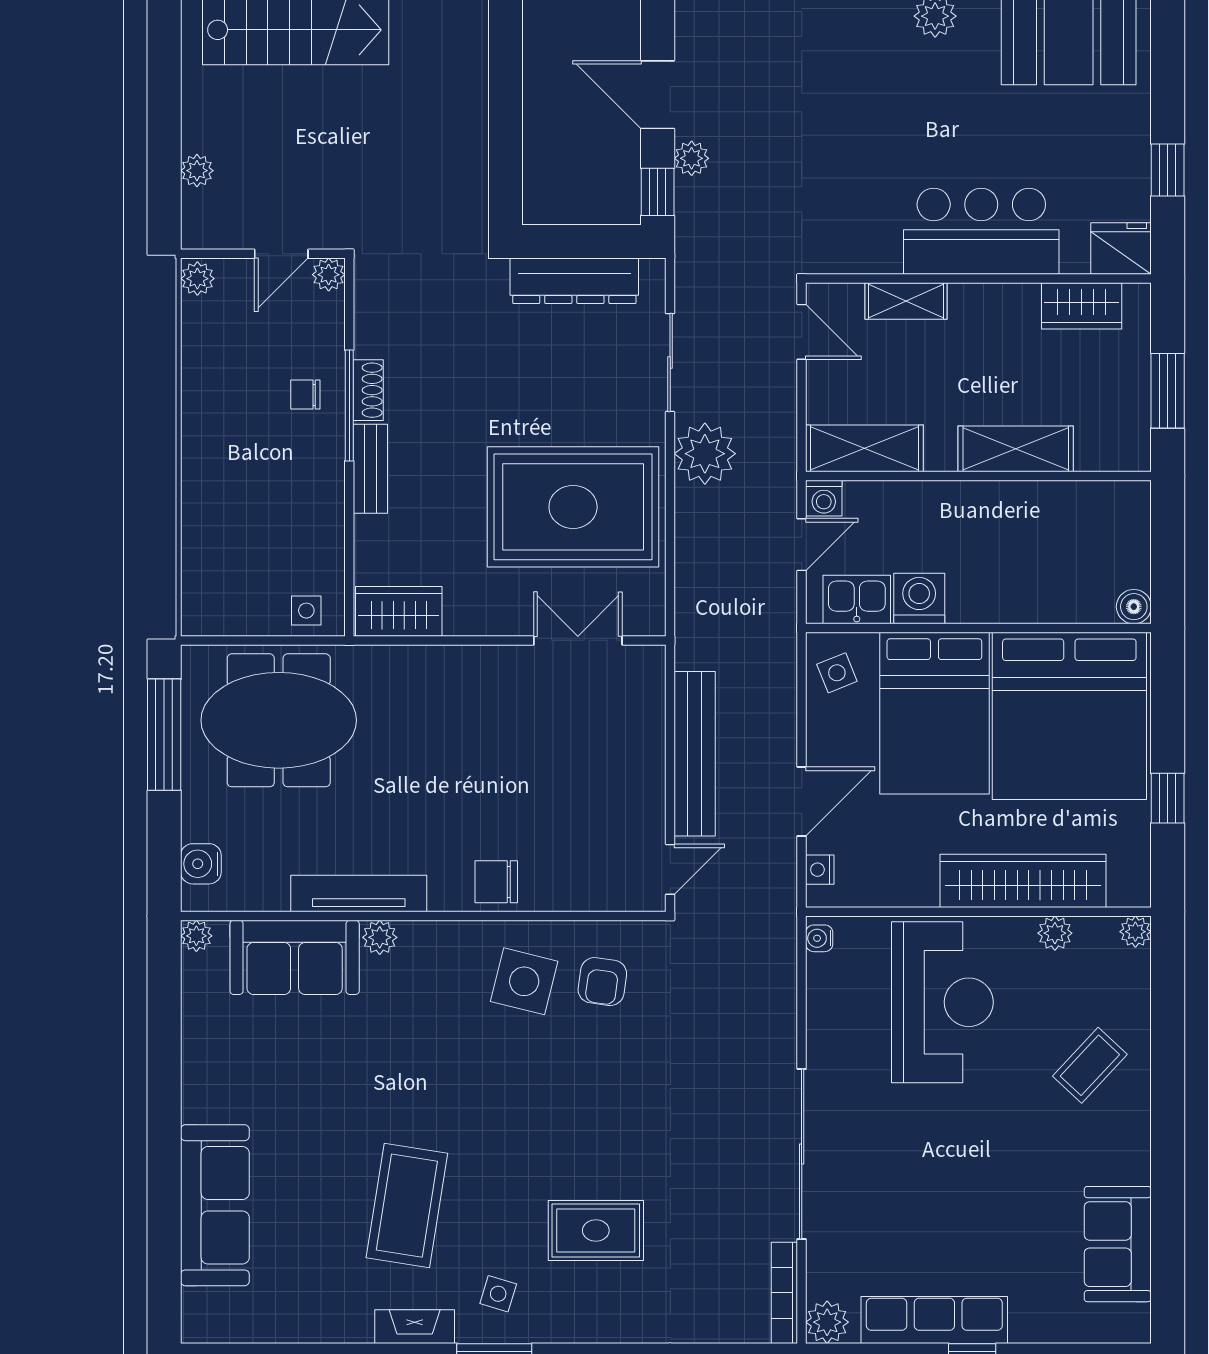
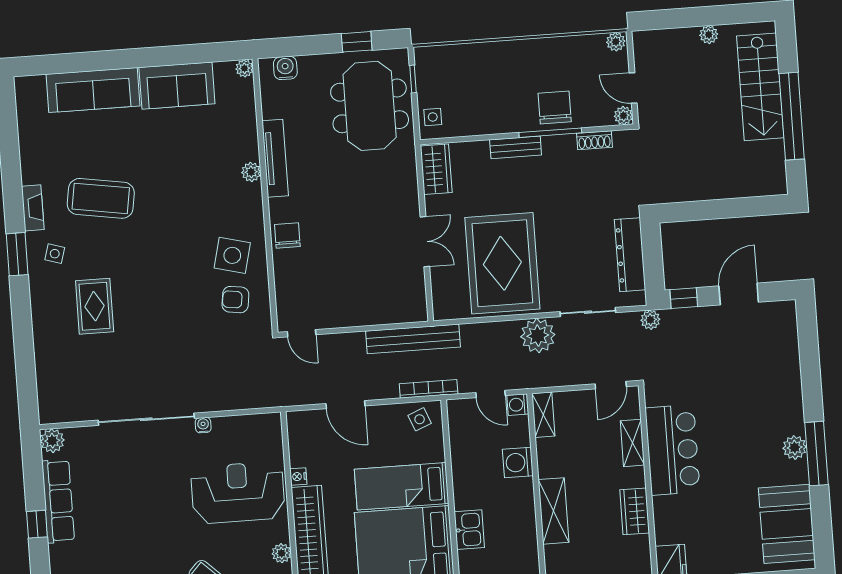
plant: (692, 158) -> (650, 320), moved
plant: (197, 171) -> (709, 35), moved
bar counter: (981, 231) -> (673, 450), moved
wardrobe: (1082, 306) -> (635, 511), moved
shoe rack: (368, 390) -> (594, 140), moved
chair: (305, 395) -> (555, 107), width x1.87, depth x1.87
shelving: (864, 448) -> (543, 415), width x0.67, depth x0.75
washing machine: (919, 599) -> (518, 462), moved, turned 180
kitchen sink: (857, 600) -> (469, 530), moved
window: (237, 640) -> (413, 79), added
double door: (578, 640) -> (425, 242), moved
bed: (934, 713) -> (402, 486), width x0.67
window: (164, 735) -> (357, 42), width x0.46
bench: (695, 754) -> (413, 339), moved
nightstand: (820, 870) -> (298, 476), moved, turned -90
water cooler: (819, 938) -> (203, 425), moved
sofa: (295, 957) -> (177, 86), moved, turned -90
reception desk: (942, 1002) -> (238, 493), turned 180
bookcase: (784, 1293) -> (429, 389), moved

